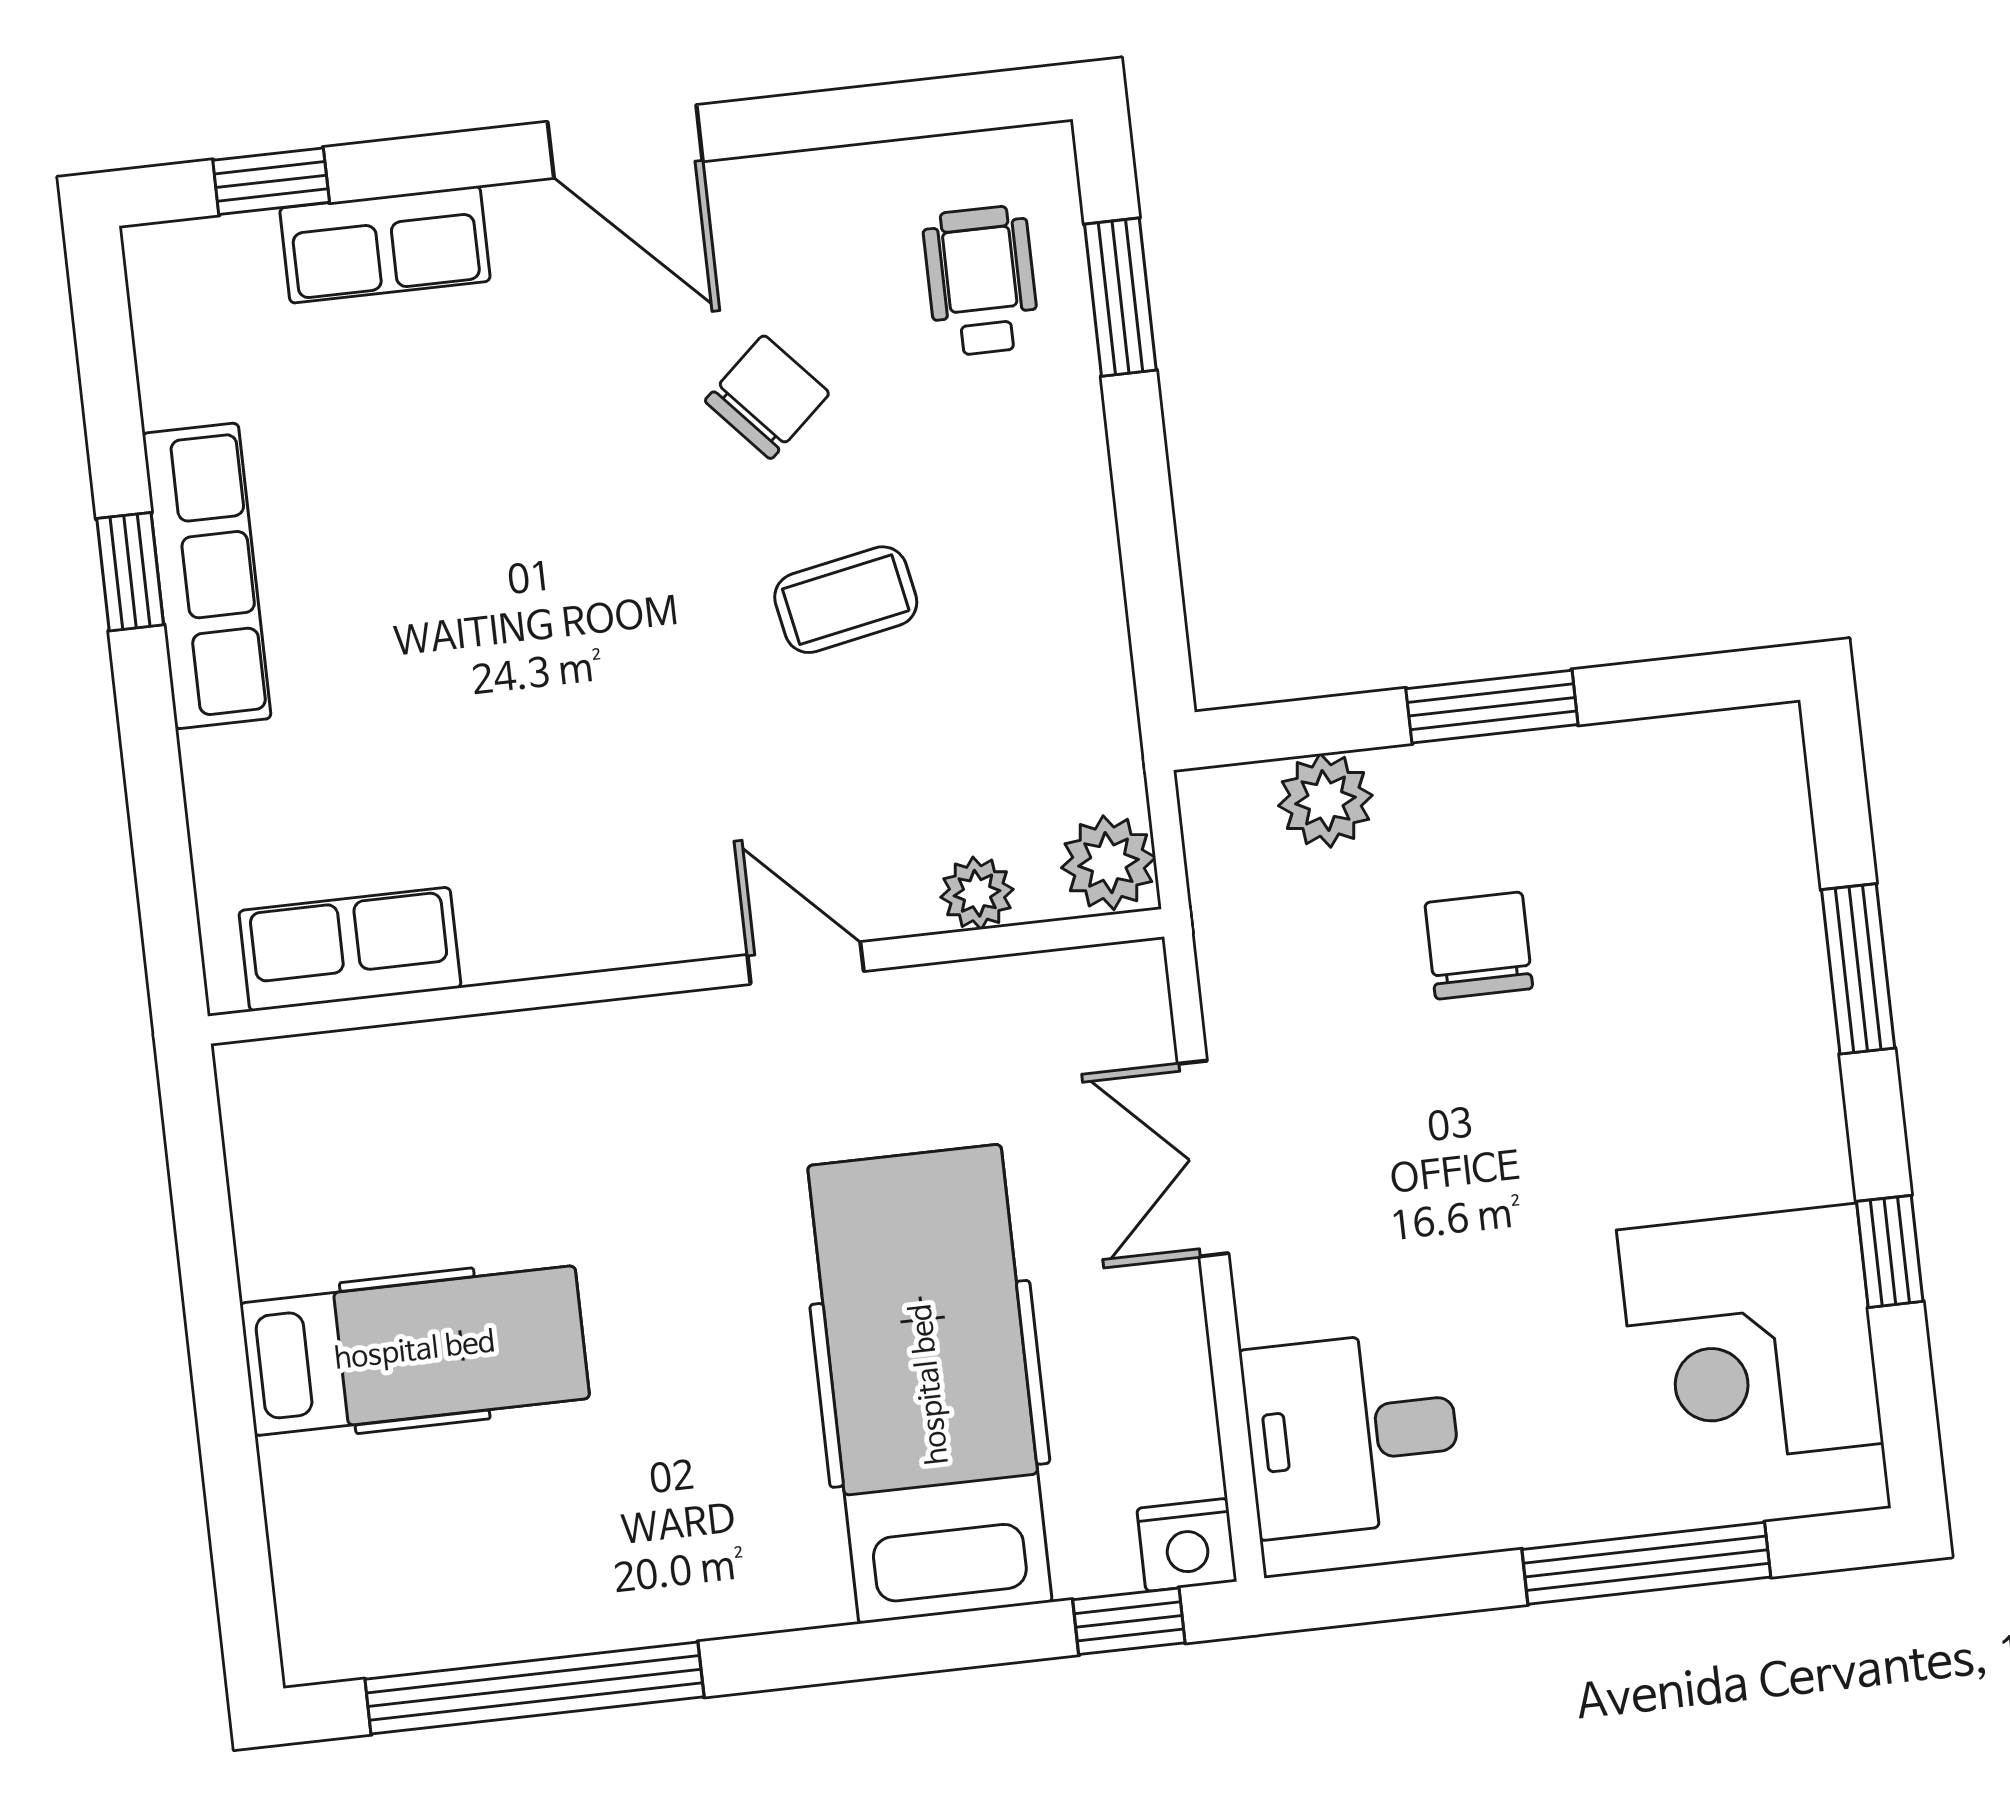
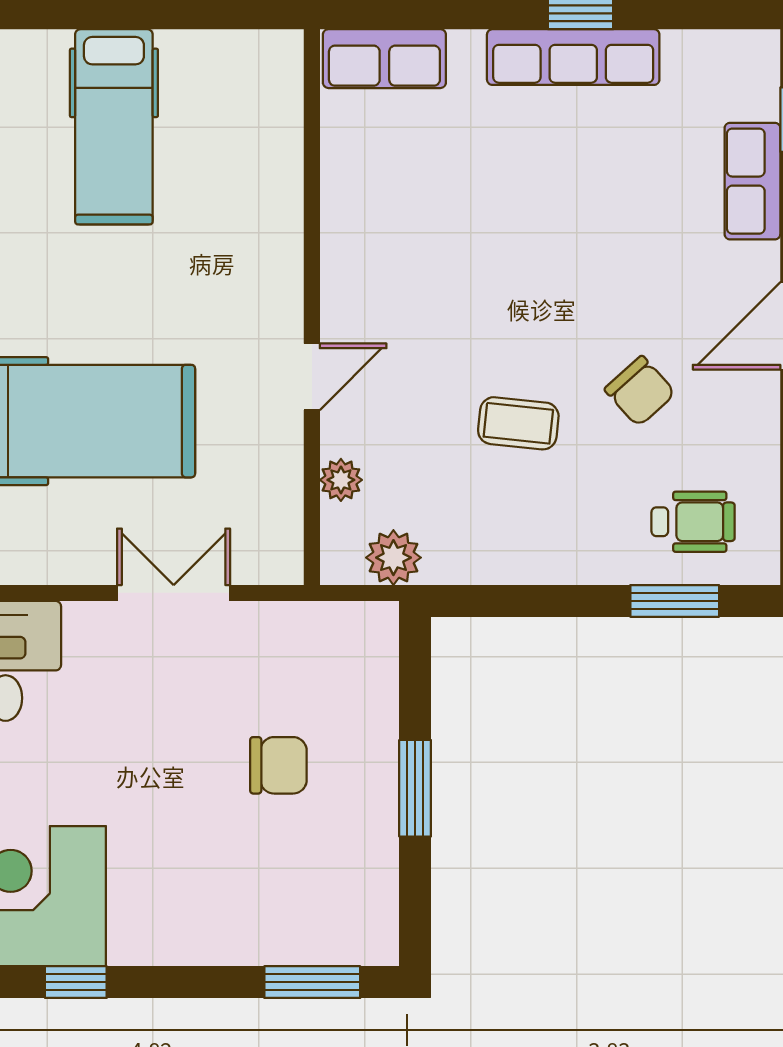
coffee table: (846, 600) -> (518, 423), turned -73
plant: (1325, 800) -> (372, 686), removed
plant: (1108, 863) -> (393, 558), moved
row of seats: (350, 949) -> (384, 59), moved, turned 90
window: (1858, 969) -> (312, 982), moved

